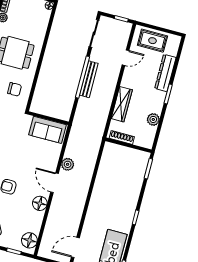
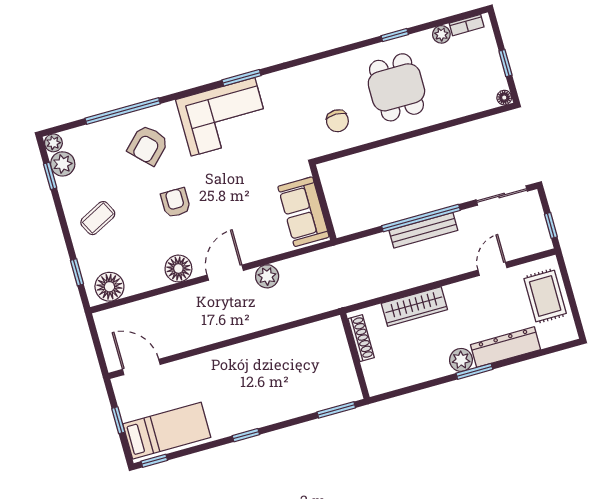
door: (126, 58) -> (492, 269), swing flipped
plant: (153, 119) -> (461, 360), moved

